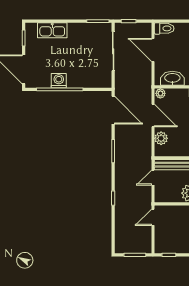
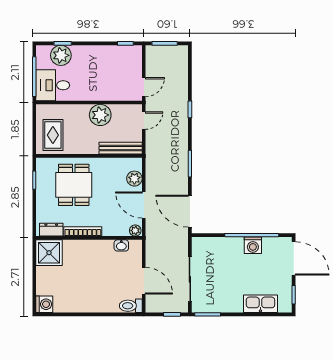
washbasin: (172, 78) -> (121, 245), width x0.52, depth x0.69
door: (153, 178) -> (144, 121), moved

